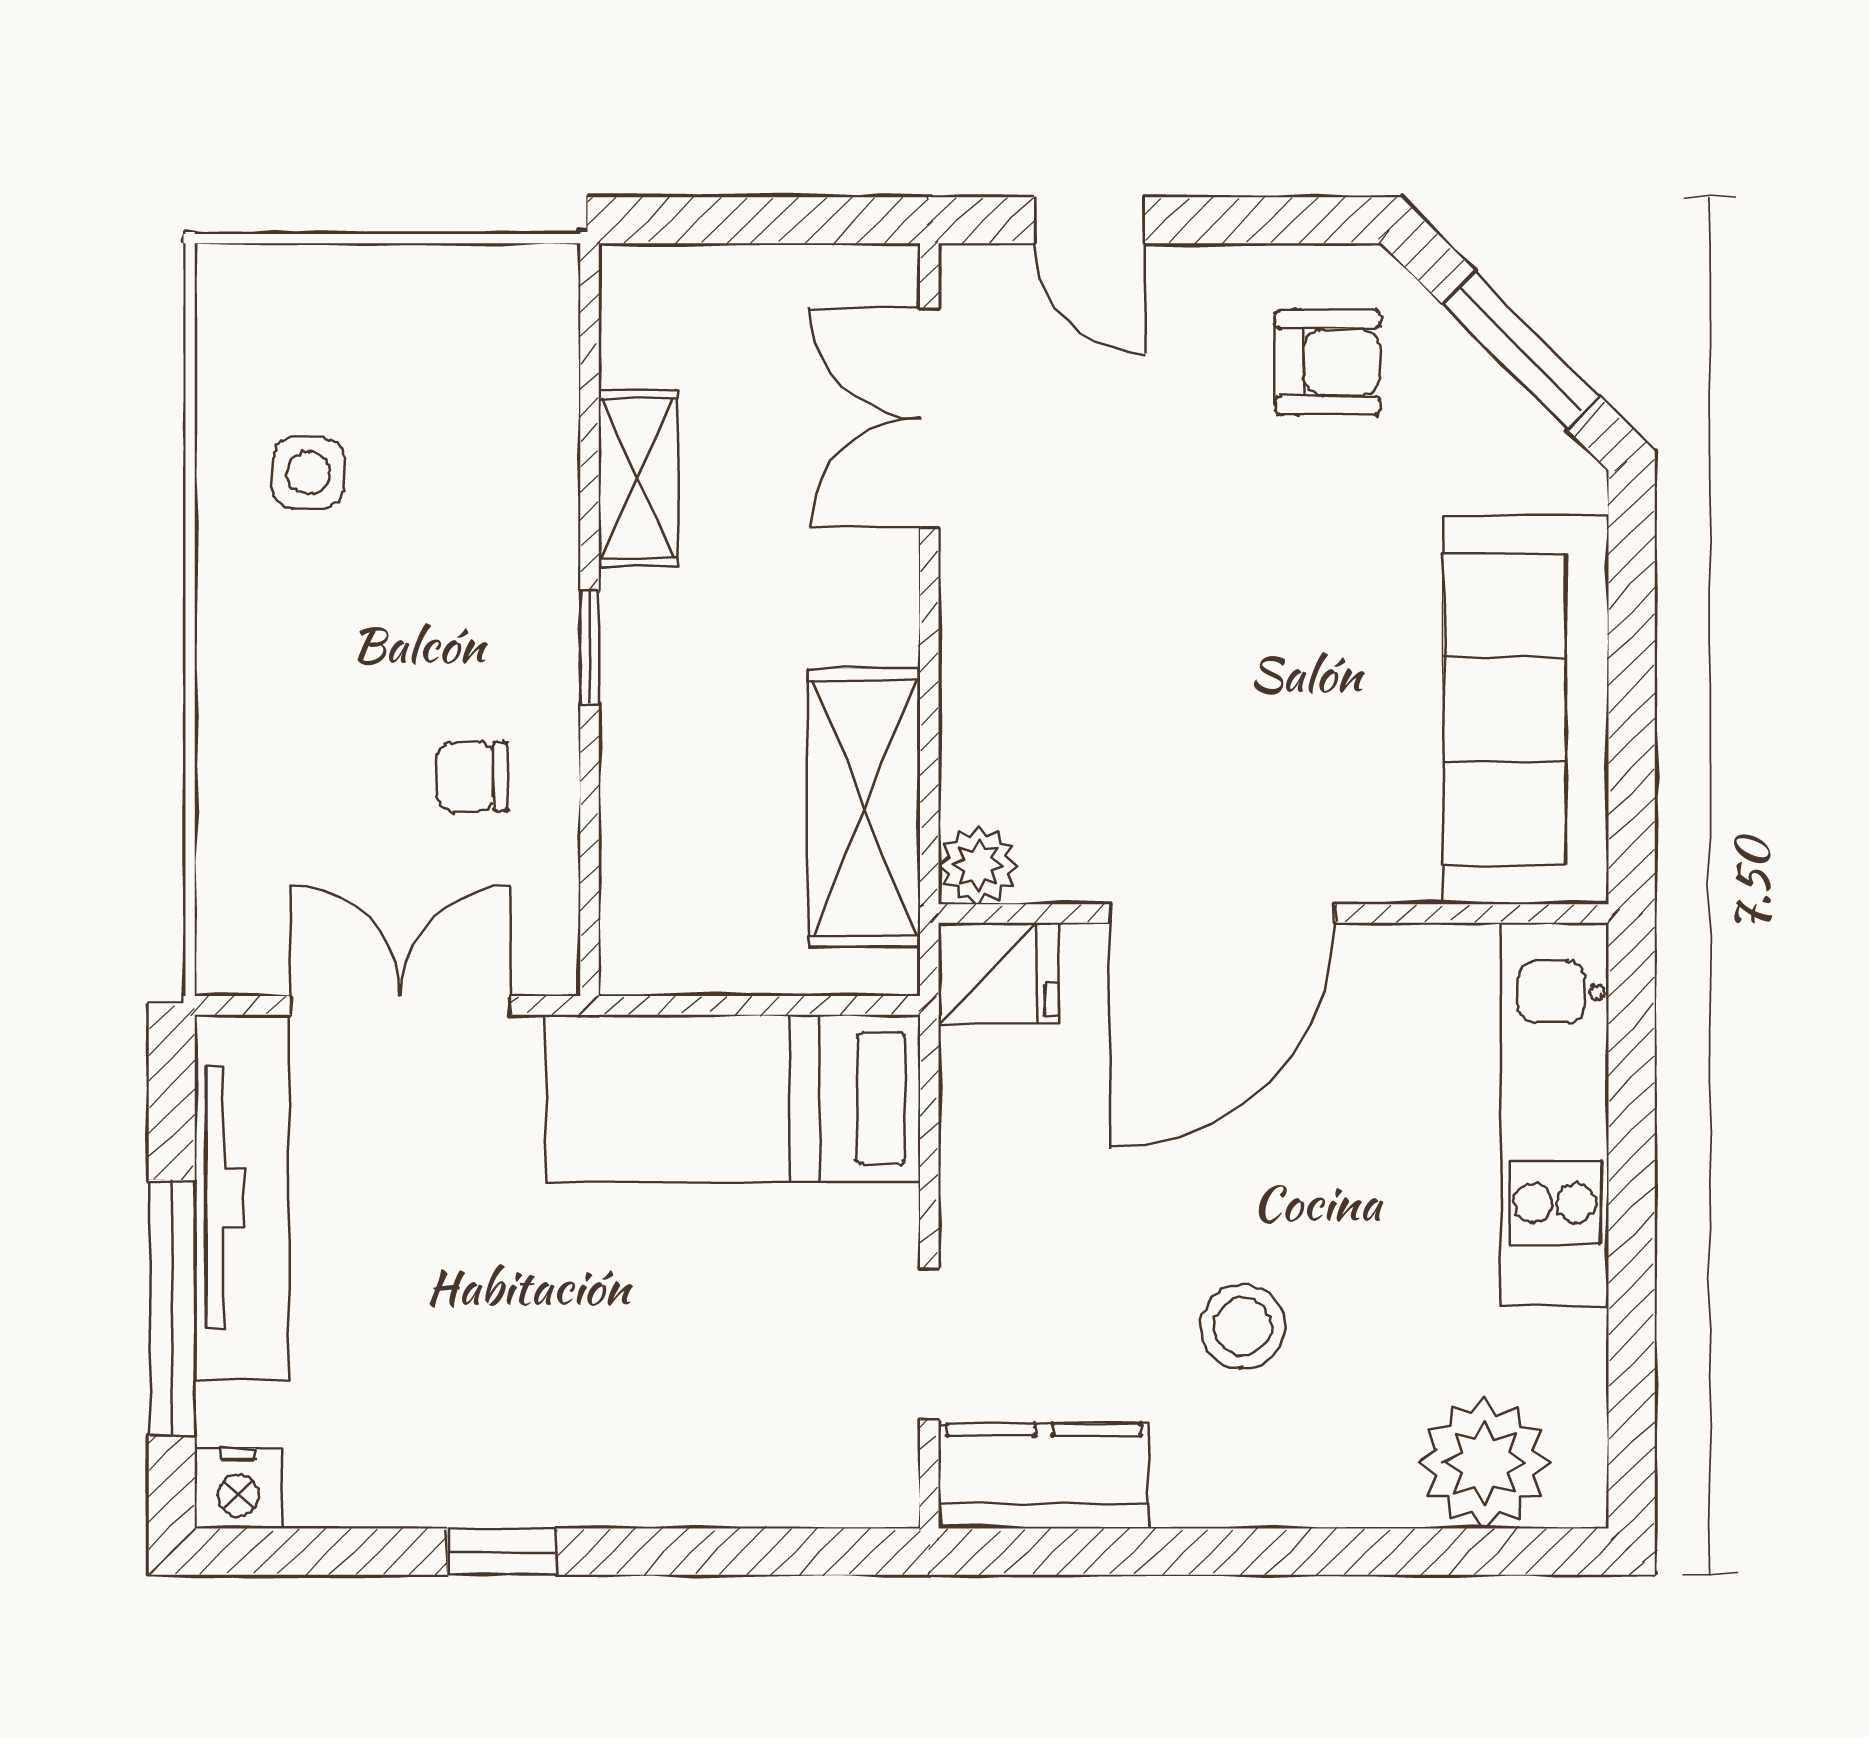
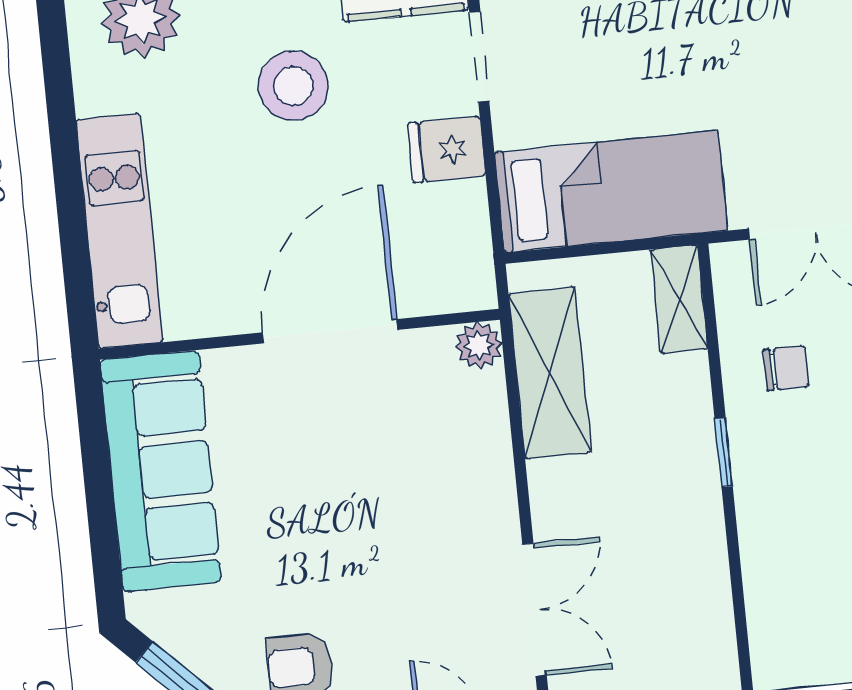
shelving: (638, 478) -> (679, 299), moved
fridge: (999, 973) -> (447, 150), moved
stool: (1243, 1327) -> (293, 86), width x1.38, depth x1.38

